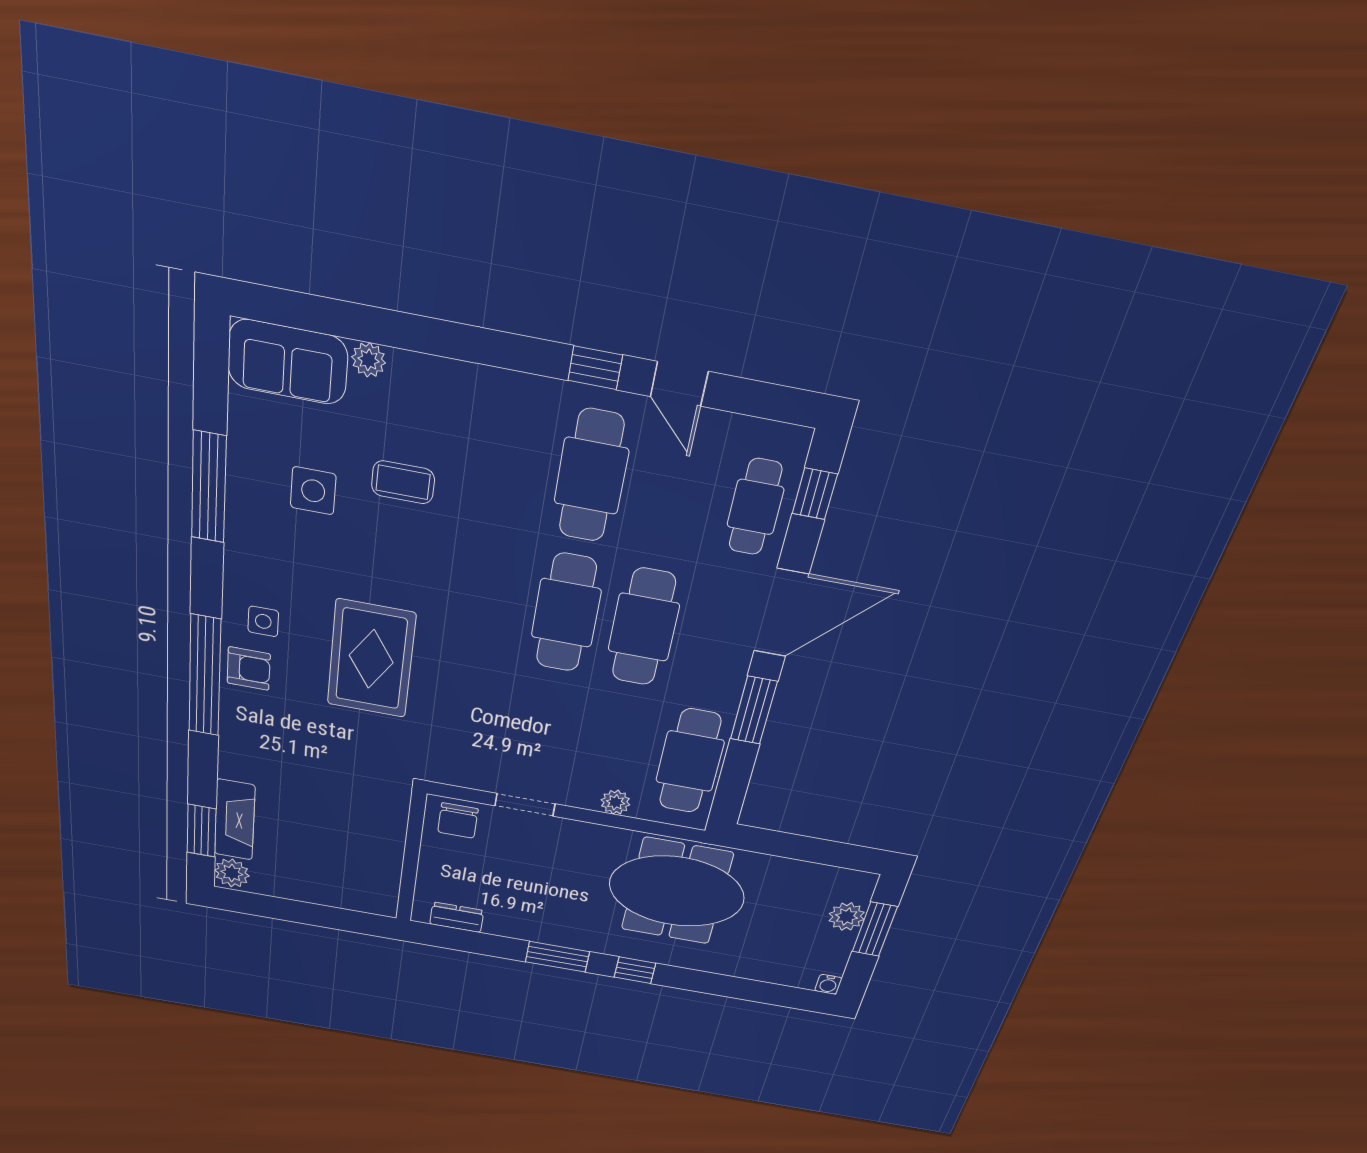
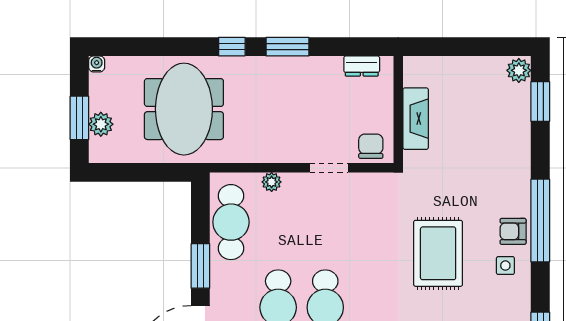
fireplace: (235, 820) -> (416, 119), moved, turned 180
meeting table: (677, 891) -> (184, 109), moved, turned 90

